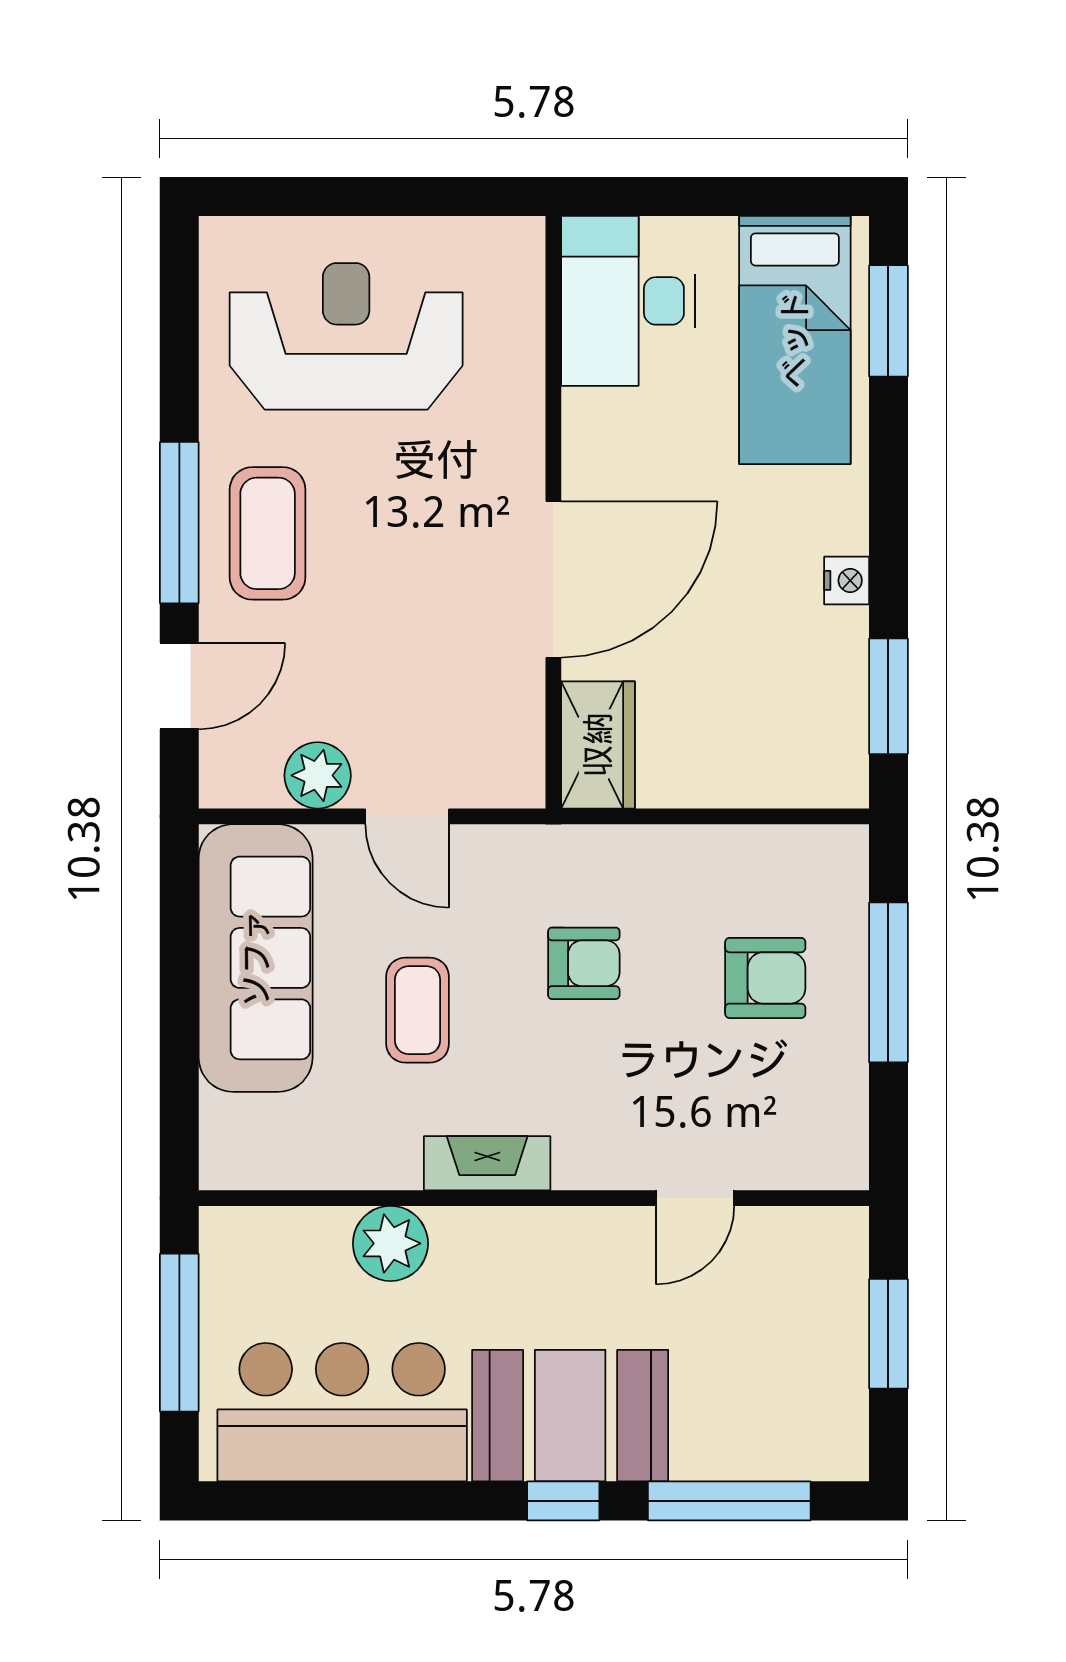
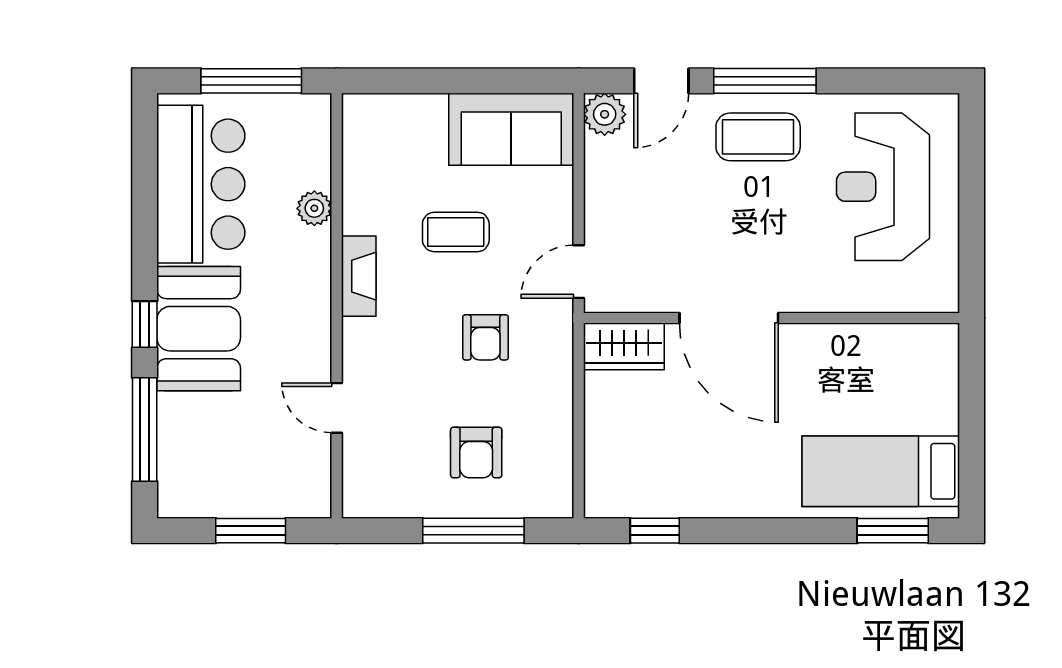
desk: (628, 301) -> (905, 365), removed
reception desk: (346, 336) -> (883, 187), turned 180
nightstand: (847, 580) -> (728, 504), removed
door: (179, 686) -> (661, 81), hinge flipped
window: (888, 696) -> (655, 531), width x0.67
plant: (318, 775) -> (605, 114), moved
door: (407, 816) -> (579, 272), moved
sofa: (256, 958) -> (511, 129), width x0.73
plant: (390, 1243) -> (314, 208), width x0.73, depth x0.73

